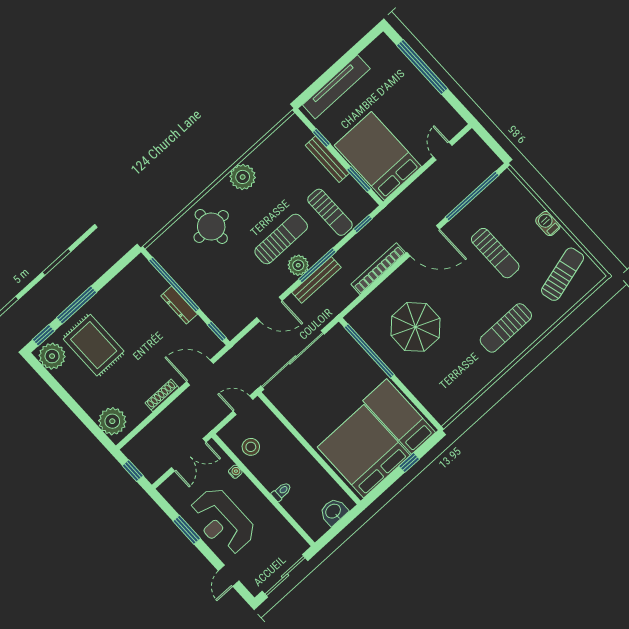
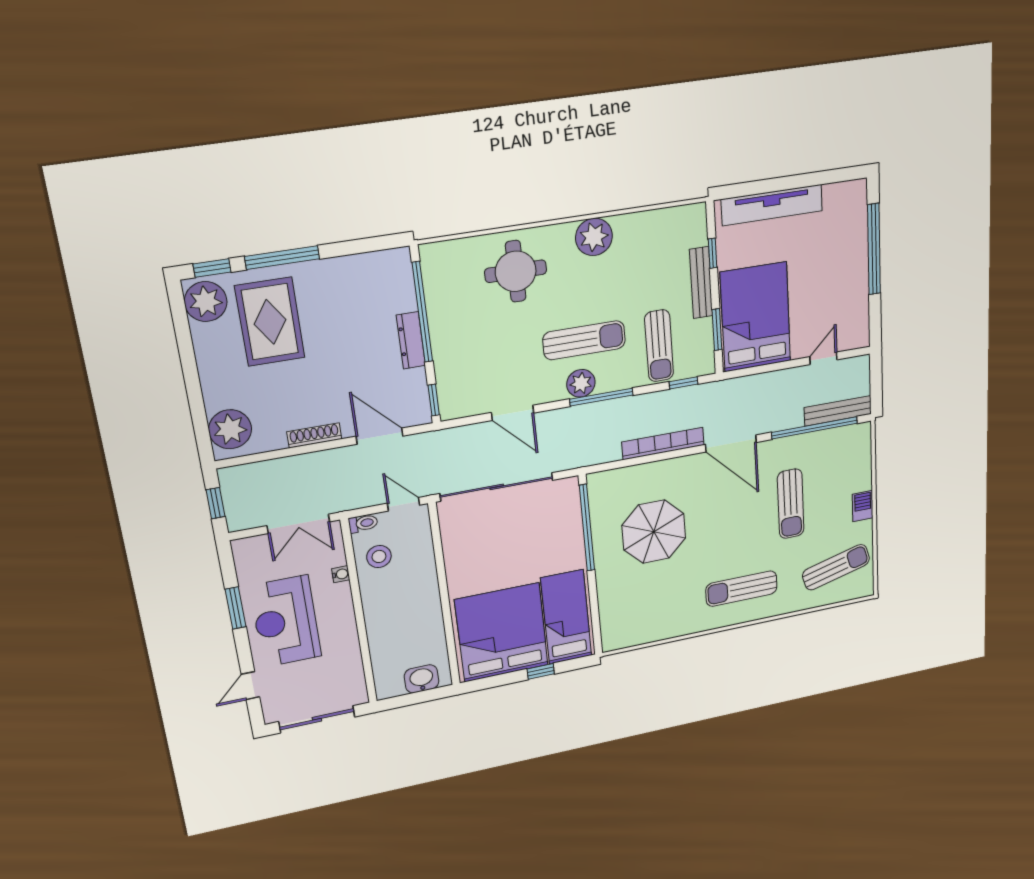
bench: (316, 280) -> (838, 411), moved
toilet: (282, 492) -> (363, 523), moved

